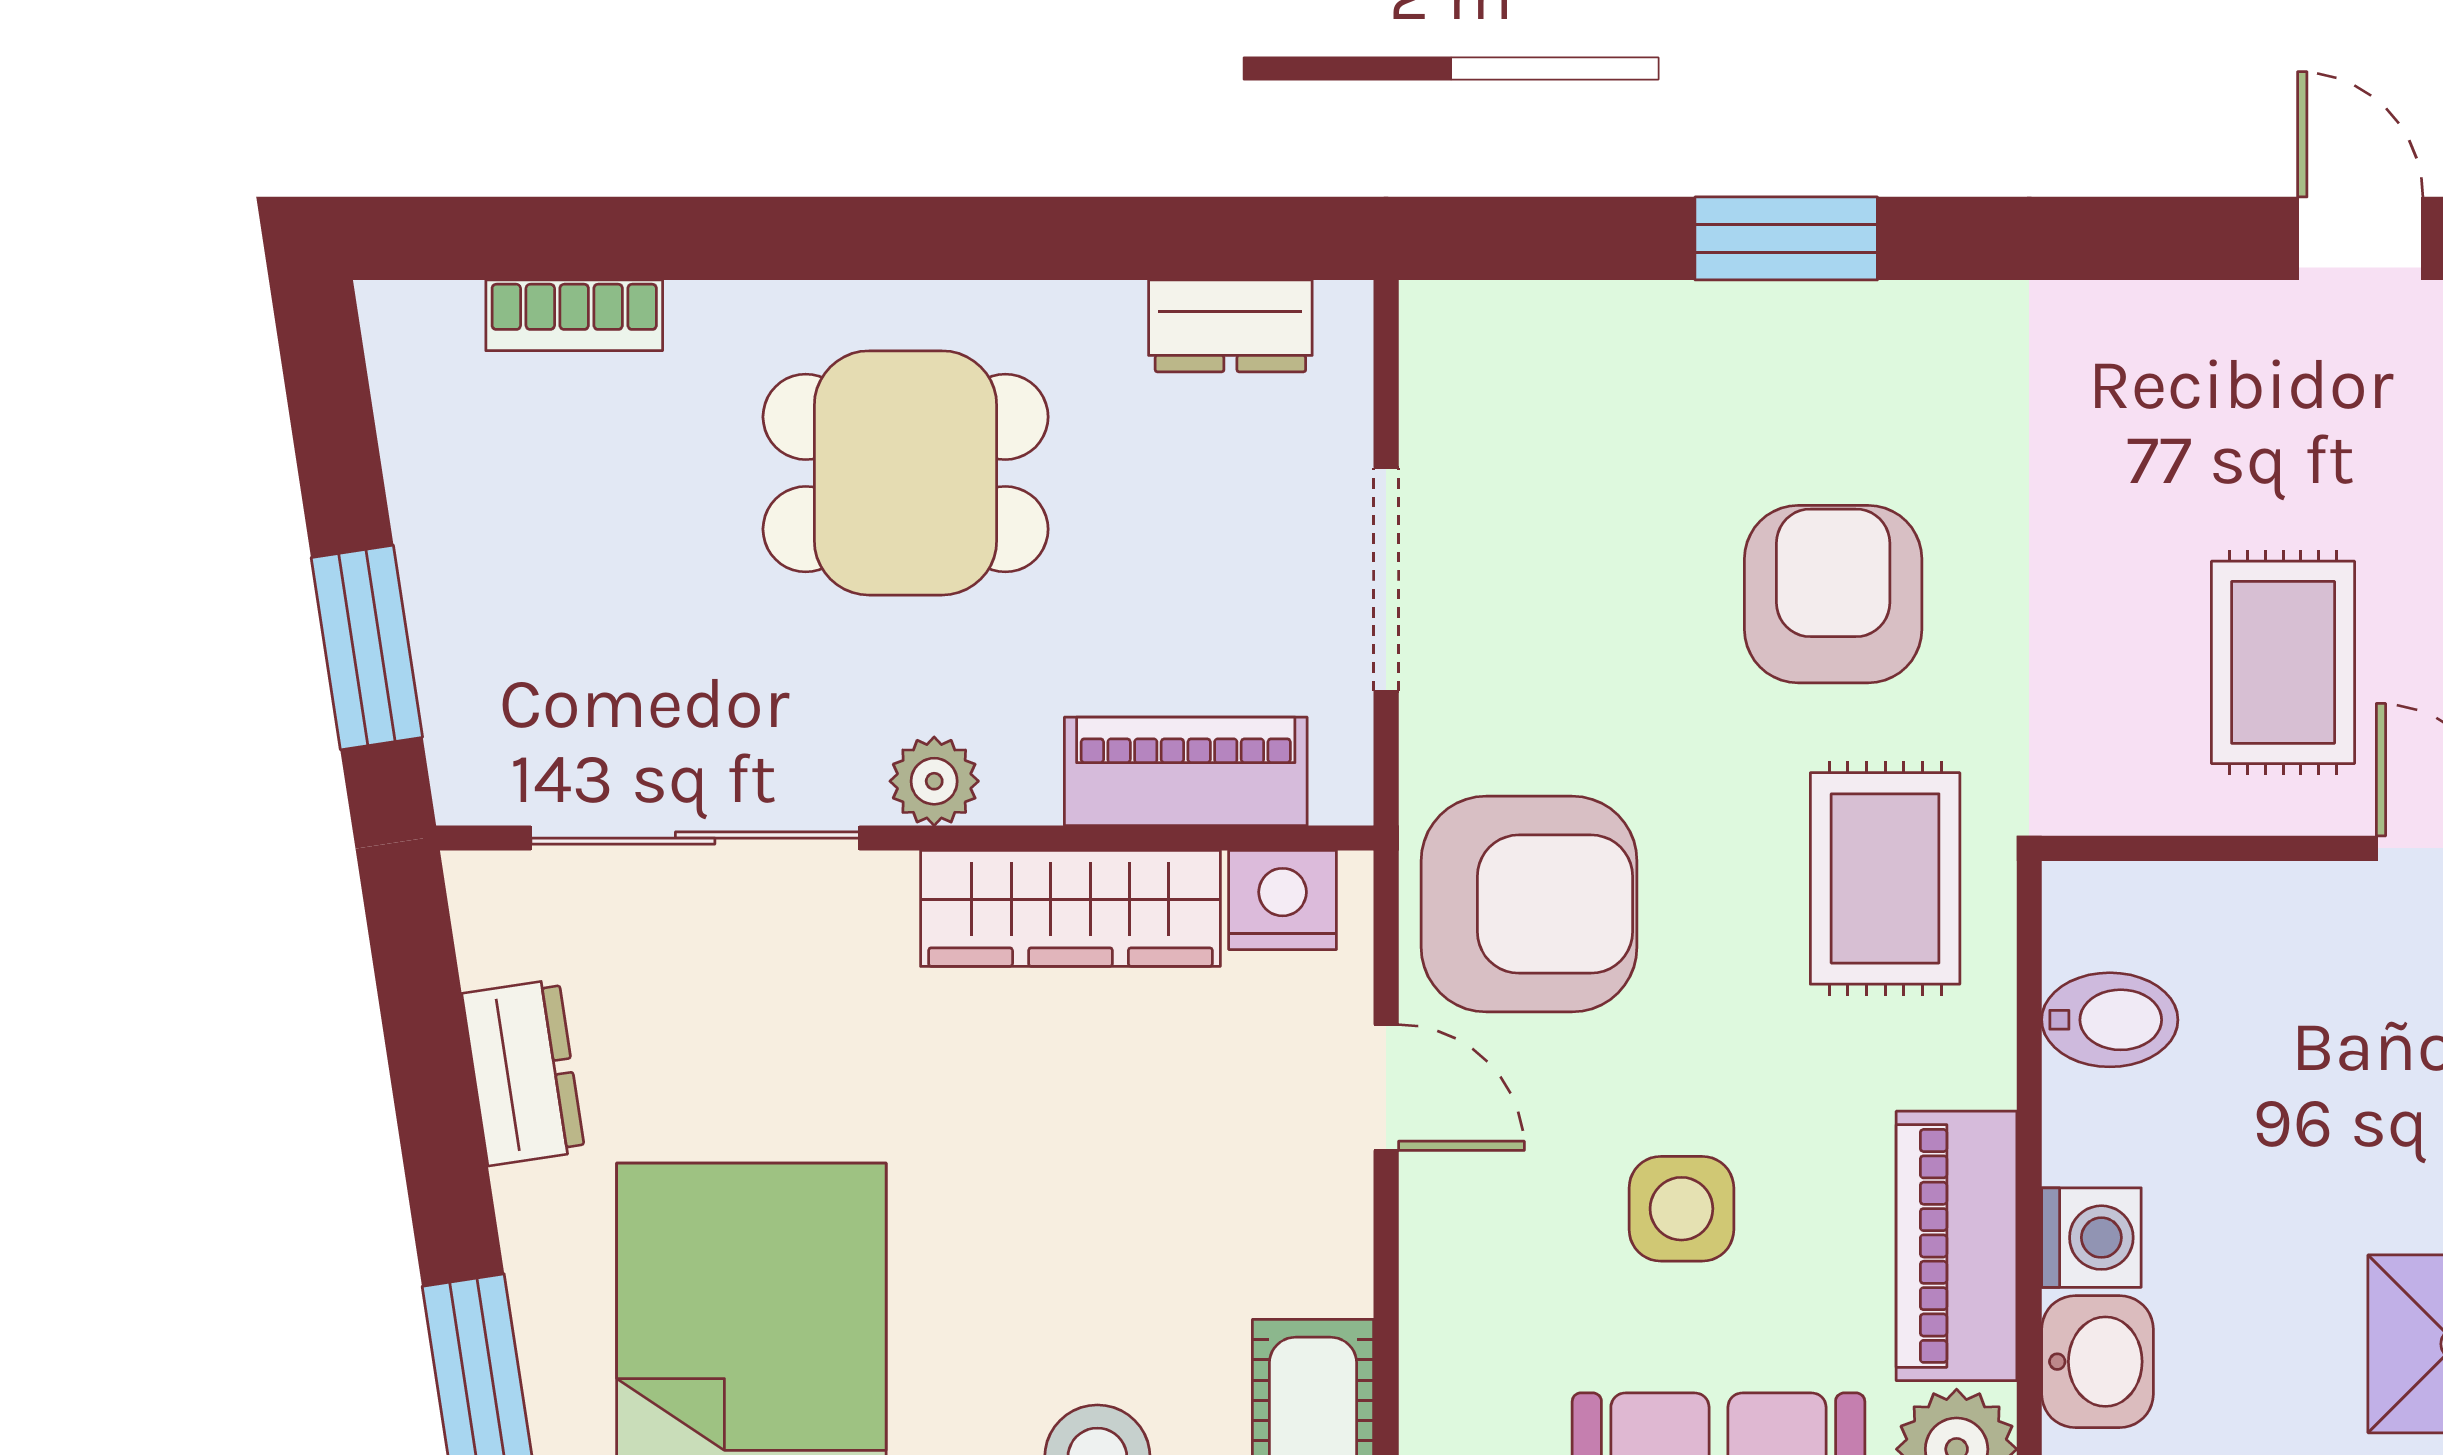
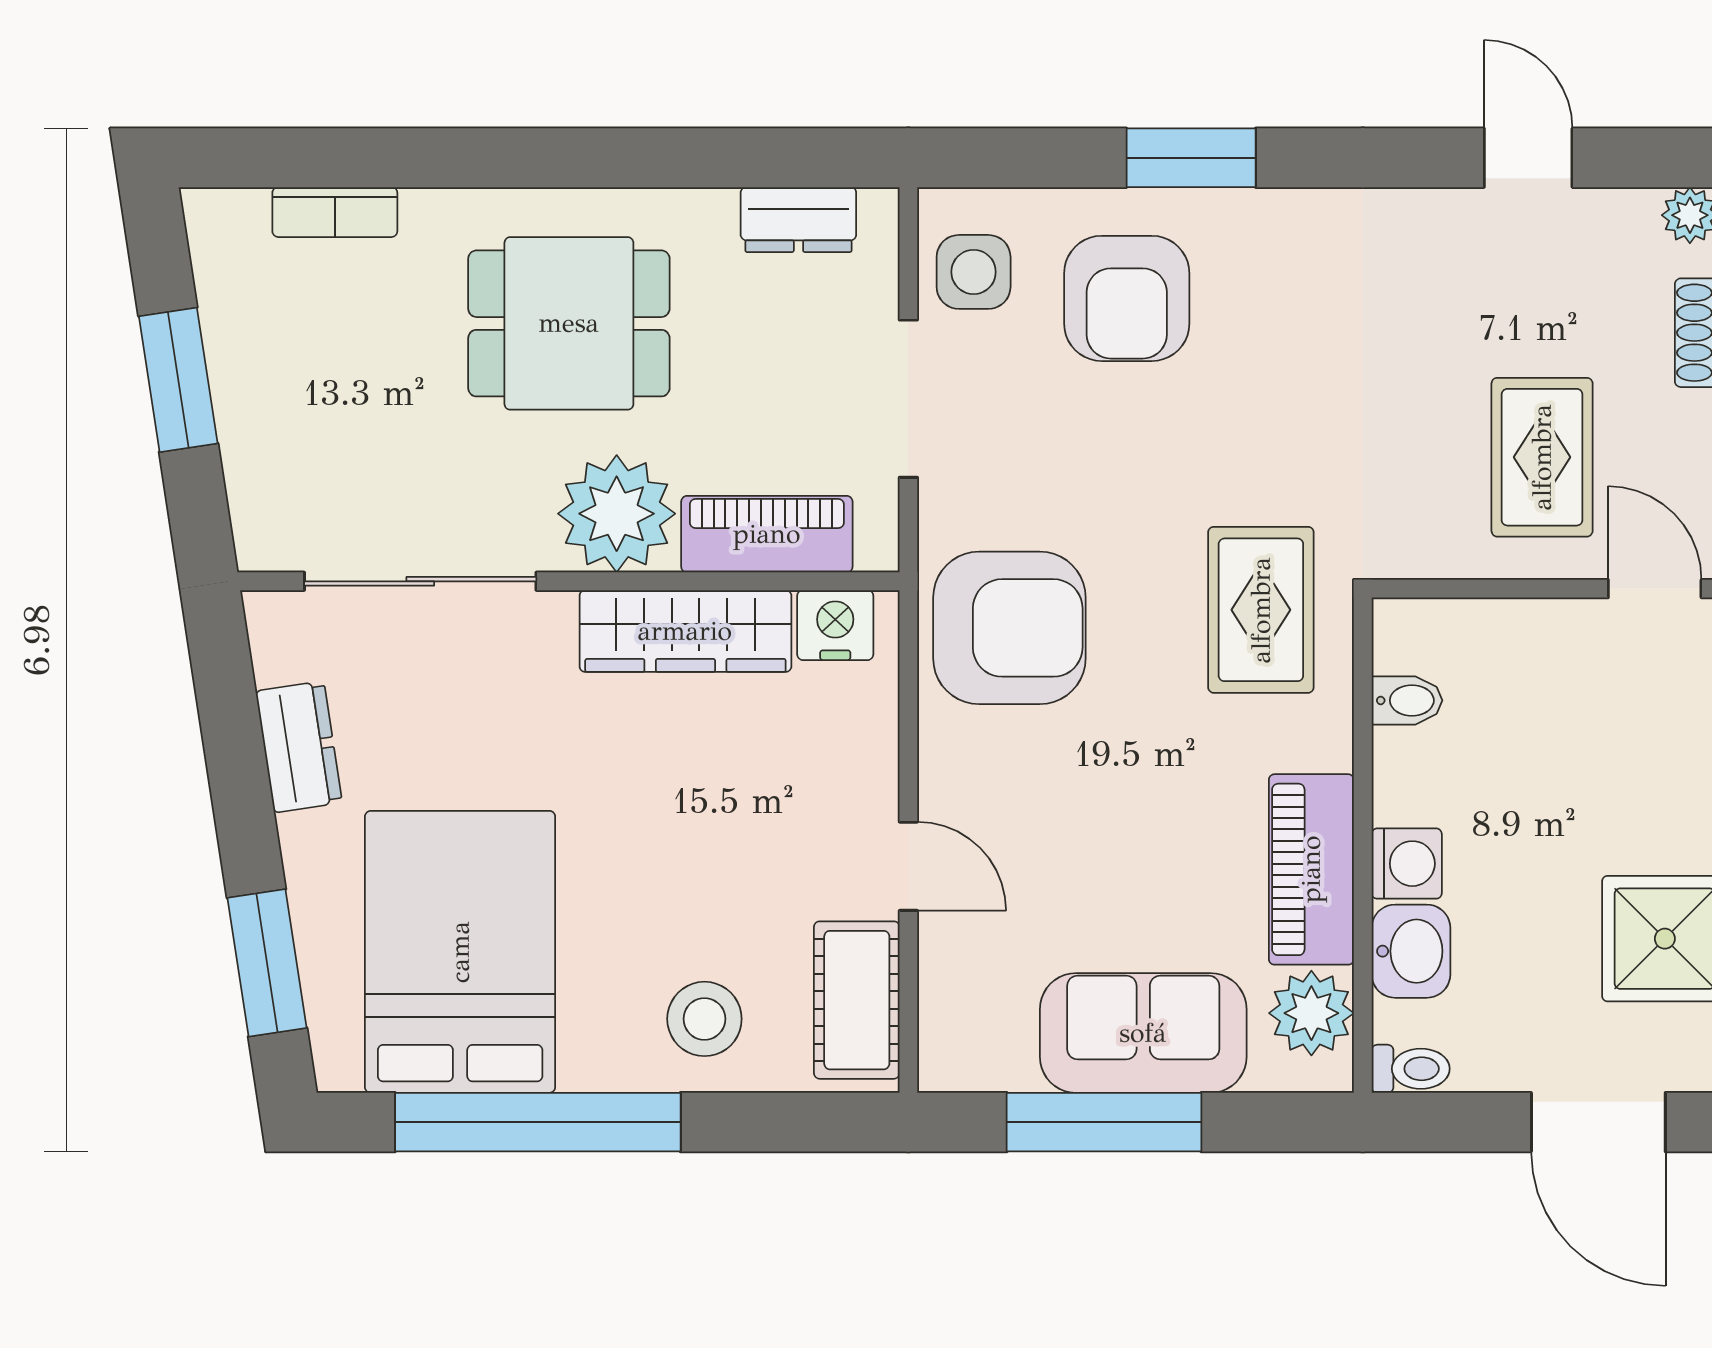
door: (2360, 238) -> (1528, 158), moved
armchair: (1833, 594) -> (1127, 298), moved, turned 180
window: (367, 647) -> (178, 380), moved
plant: (934, 781) -> (617, 514), width x1.88, depth x1.88
bidet: (2110, 1020) -> (1407, 700), width x0.72, depth x0.74
door: (1386, 1088) -> (908, 866), moved
side table: (1681, 1209) -> (974, 272), moved

